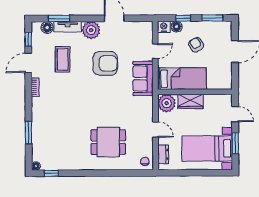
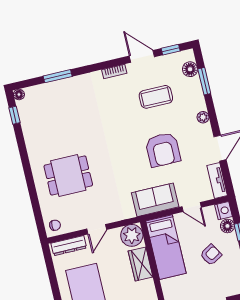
tv unit: (68, 27) -> (217, 181), moved
plant: (91, 30) -> (203, 117), width x0.53, depth x0.53
dining table: (108, 142) -> (68, 175), turned 90
dresser: (163, 154) -> (69, 246), width x1.44

